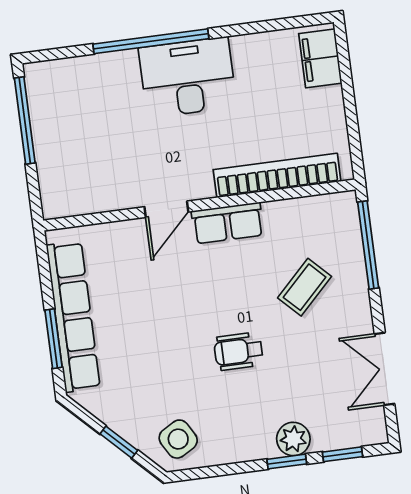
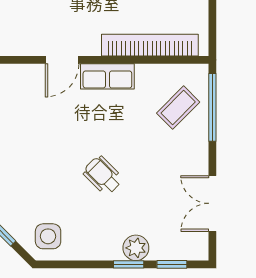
coffee table: (305, 287) -> (178, 108), moved
wheelchair: (238, 351) -> (103, 175), turned 45
side table: (178, 439) -> (48, 236), turned 30

